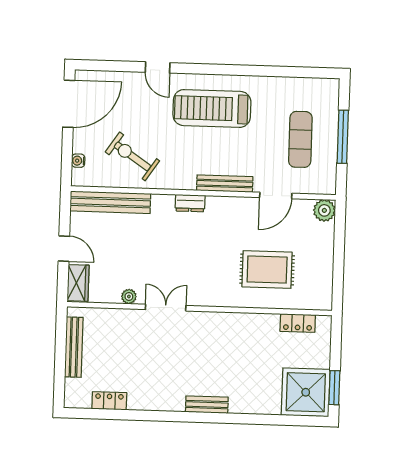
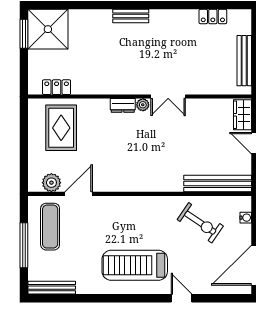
treadmill: (212, 108) -> (135, 265), turned 180
exercise mat: (300, 139) -> (50, 227), moved
bench: (225, 184) -> (52, 288), moved
dresser: (190, 203) -> (123, 105), moved, turned 180
plant: (324, 210) -> (51, 183), moved
rug: (267, 269) -> (61, 128), moved, turned 90
plant: (129, 296) -> (143, 105), moved

